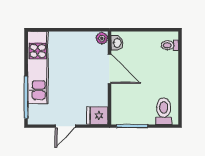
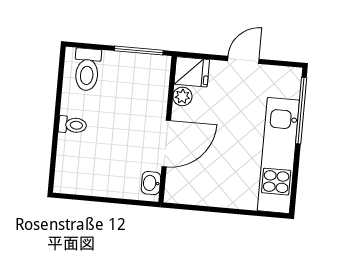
plant: (102, 38) -> (182, 96), moved
toilet: (170, 45) -> (73, 125), moved
door: (109, 69) -> (166, 144), swing flipped

